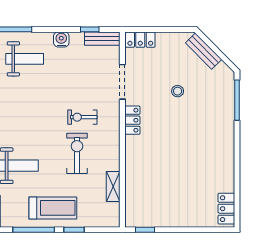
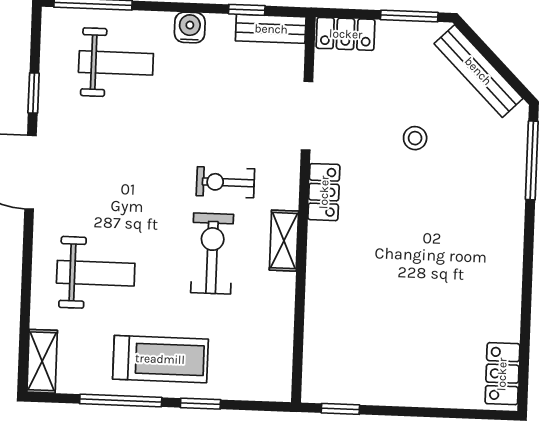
window: (172, 29) -> (409, 16), added
bench: (204, 51) -> (478, 71), width x1.36
shelving: (113, 187) -> (284, 241), moved

